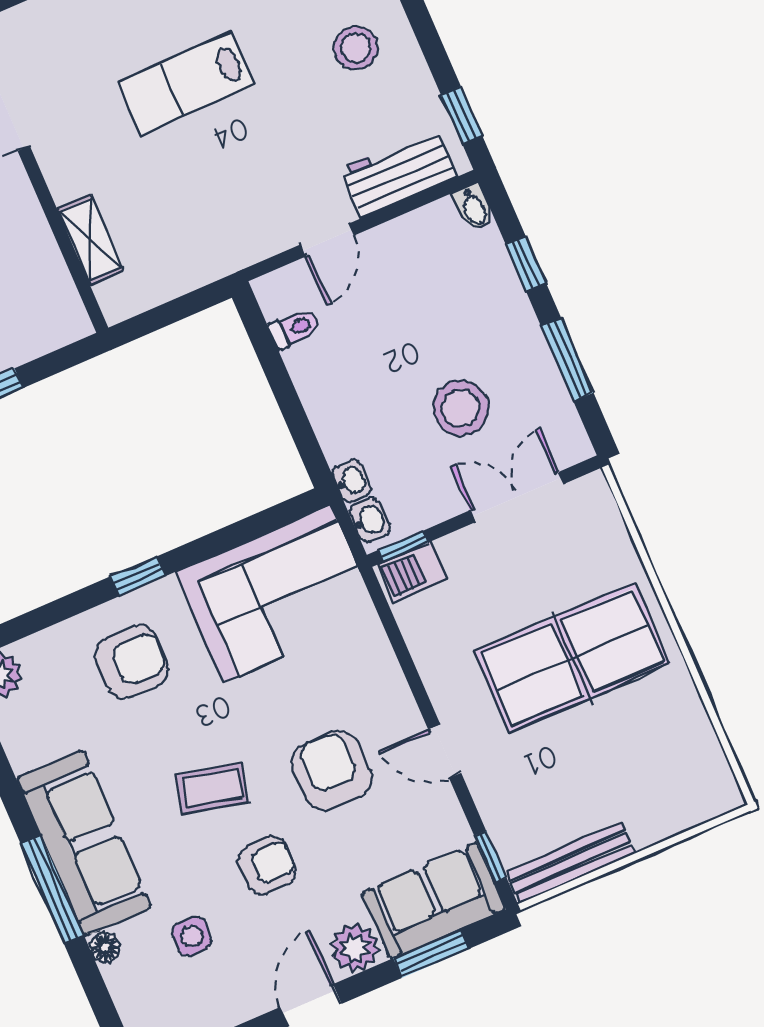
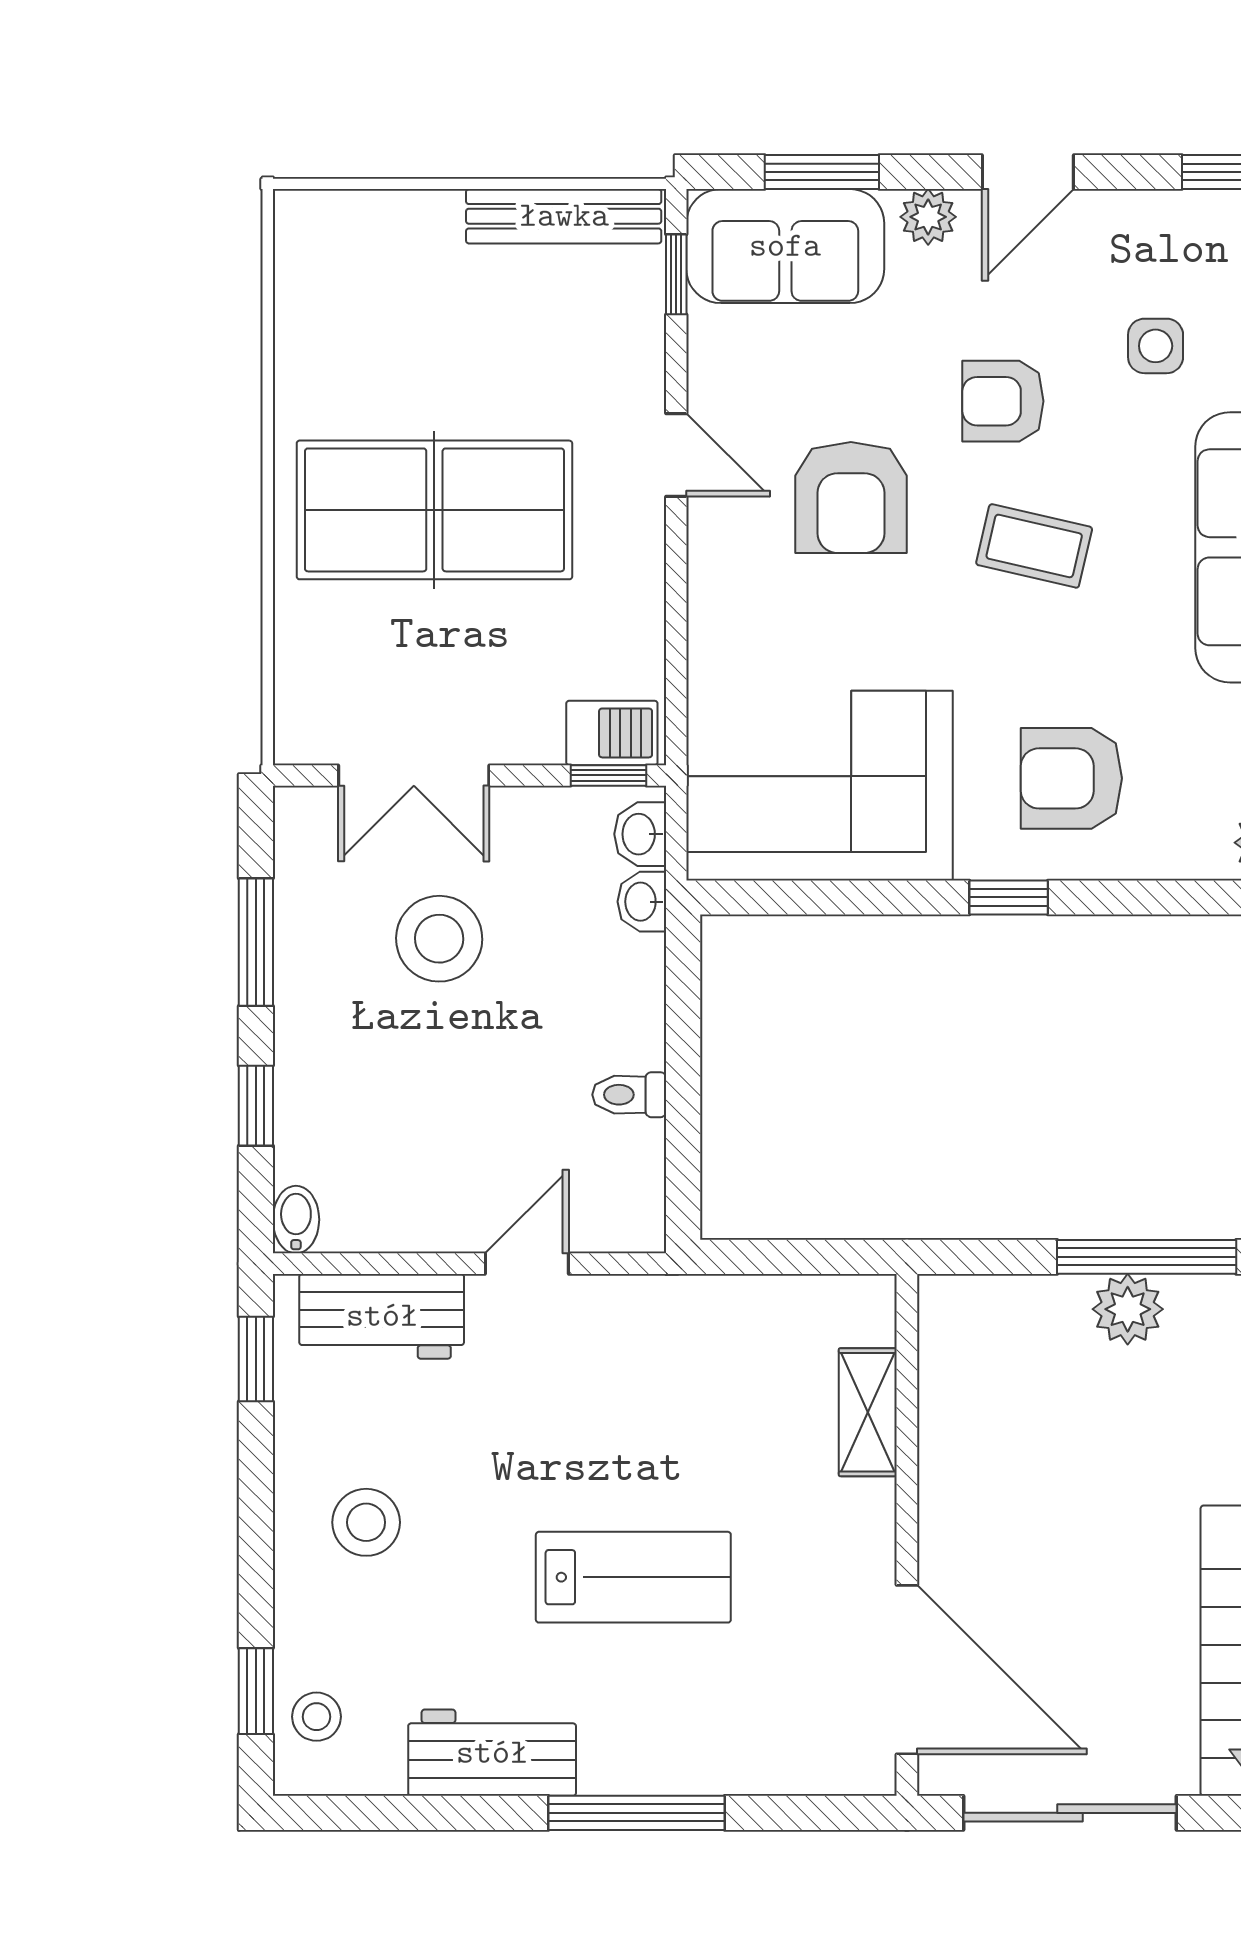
toilet: (294, 329) -> (629, 1095), moved
plant: (355, 948) -> (928, 217), width x0.73, depth x0.73

